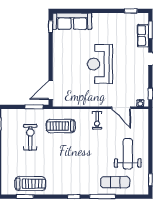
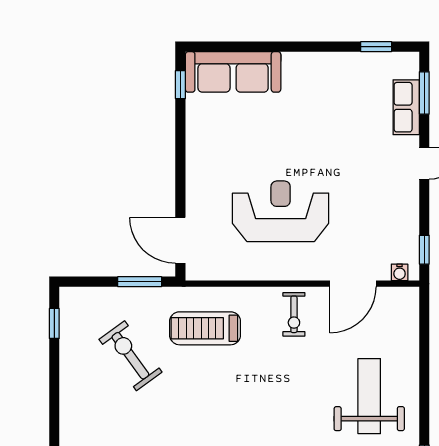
reception desk: (100, 64) -> (281, 211), moved, turned 90
door: (51, 90) -> (180, 240), hinge flipped
door: (121, 108) -> (353, 284), hinge flipped
exercise bike: (30, 137) -> (130, 356), turned -36

